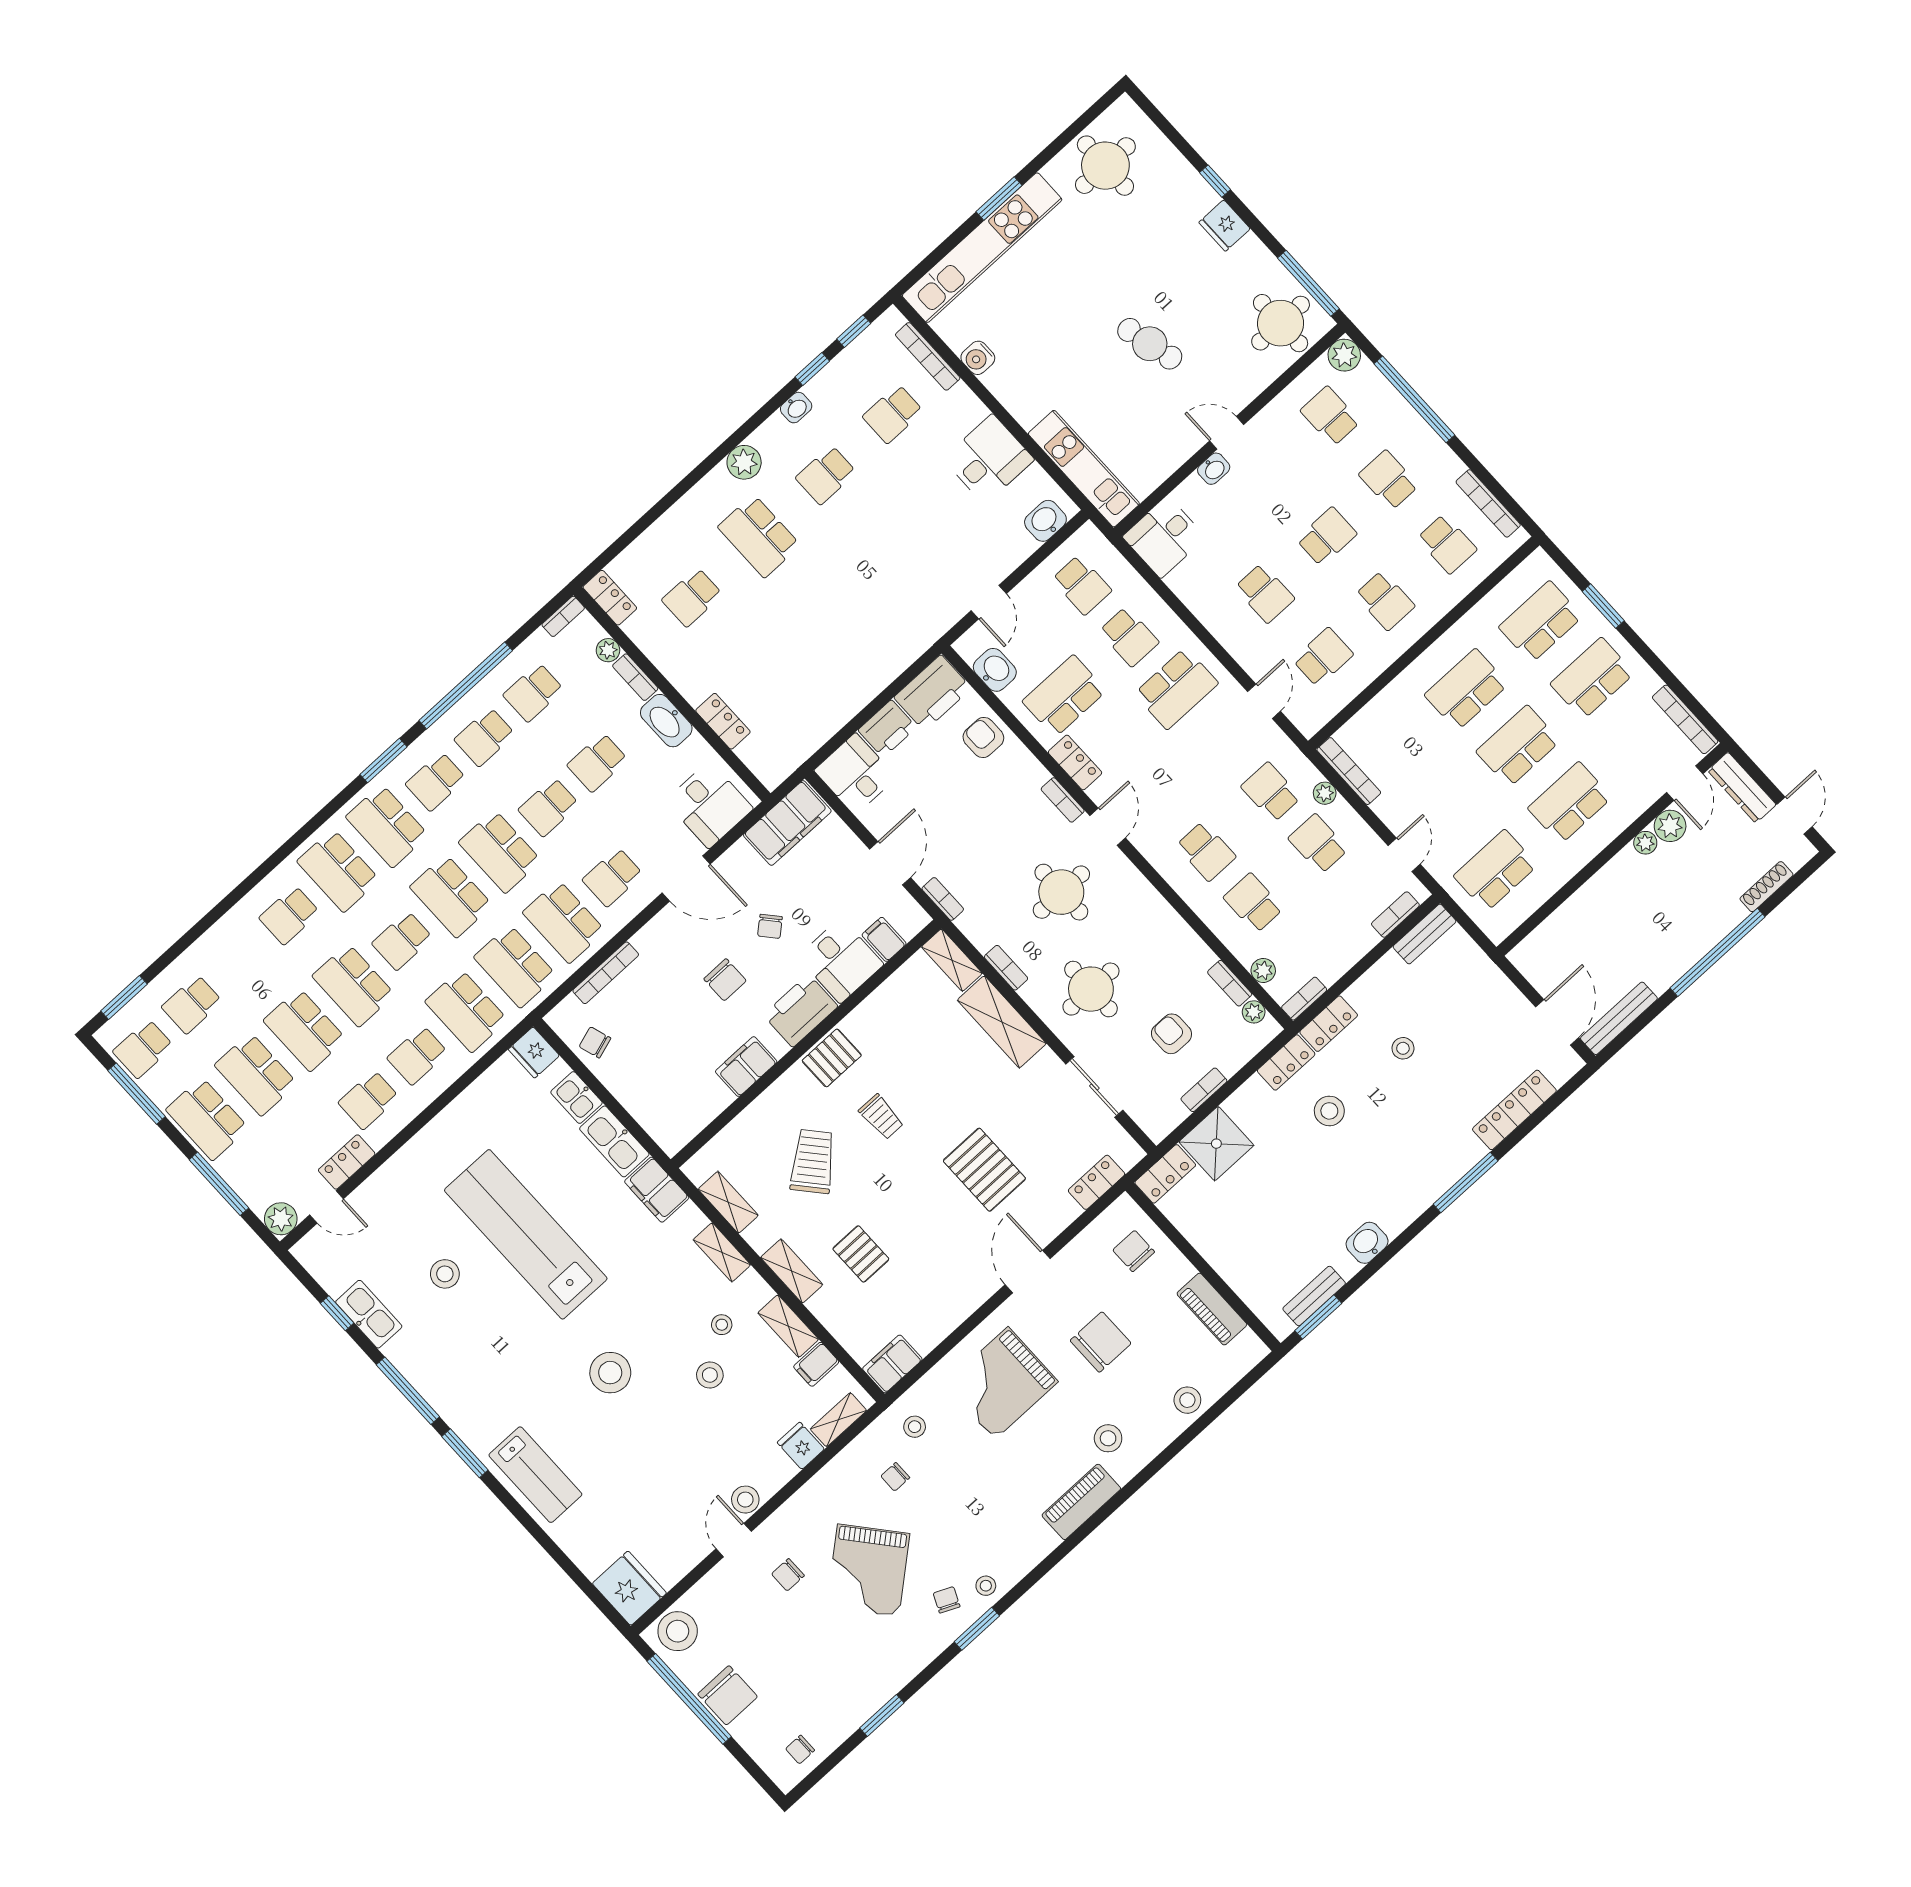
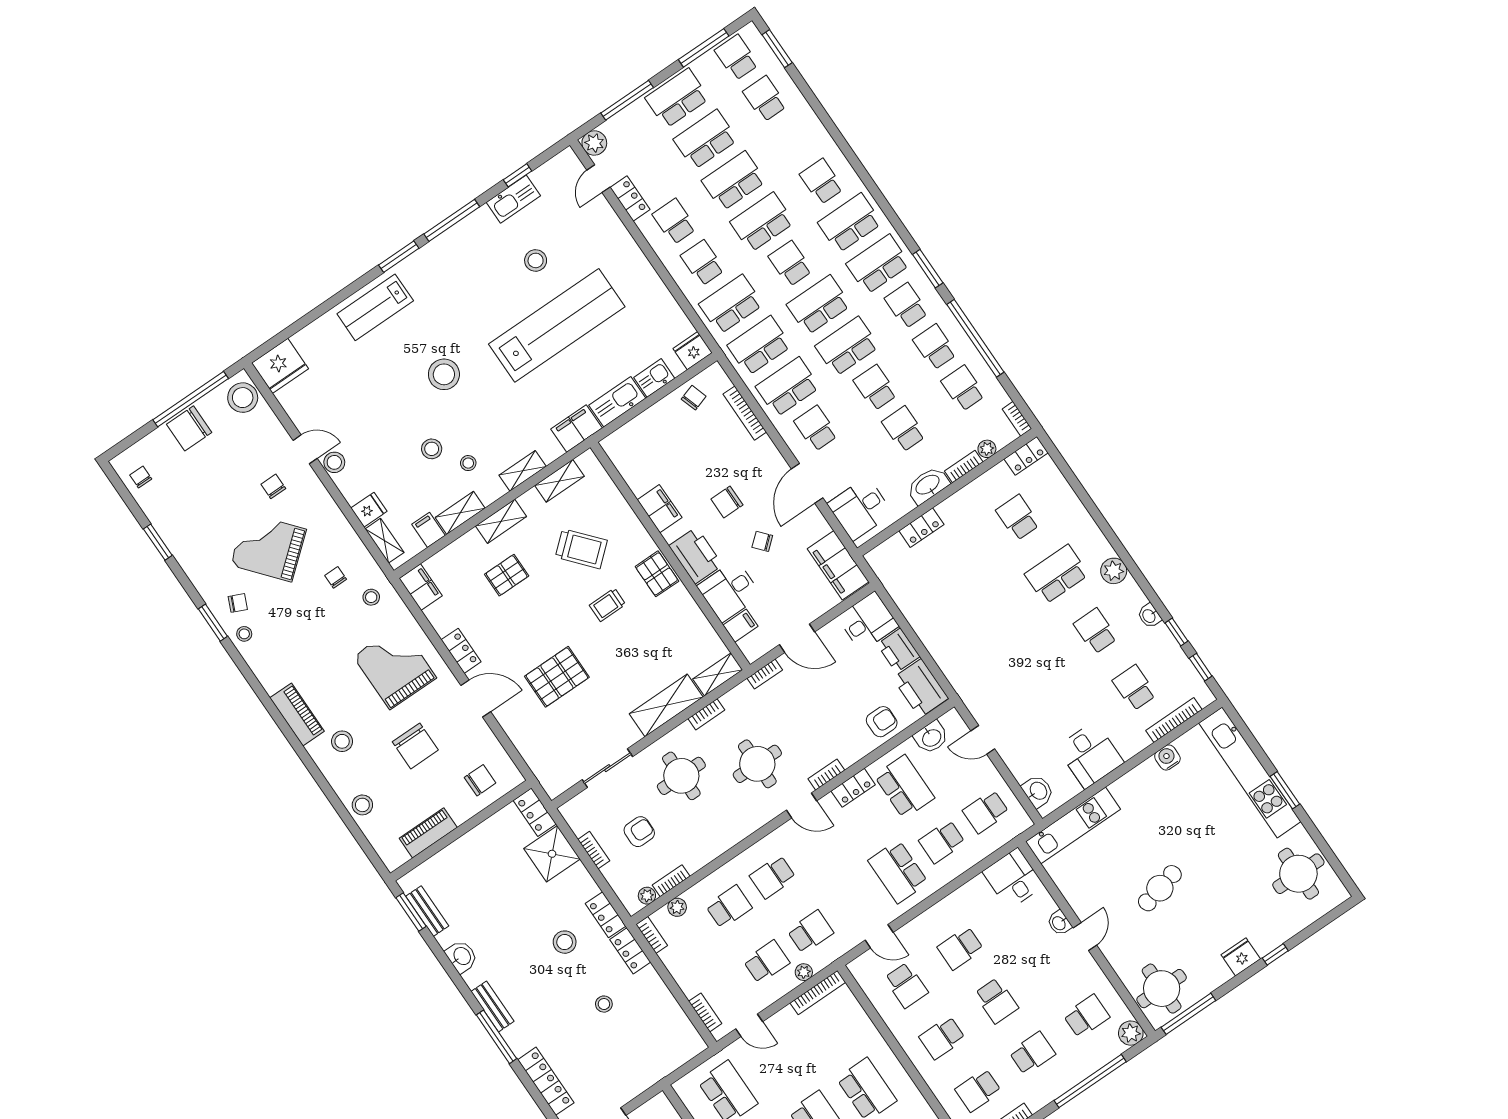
bench: (1425, 934) -> (492, 1006), moved
locker: (1097, 1182) -> (461, 651), moved

